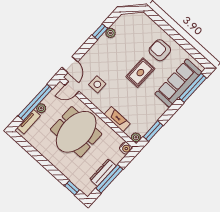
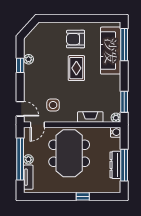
window: (72, 188) -> (83, 196), moved

